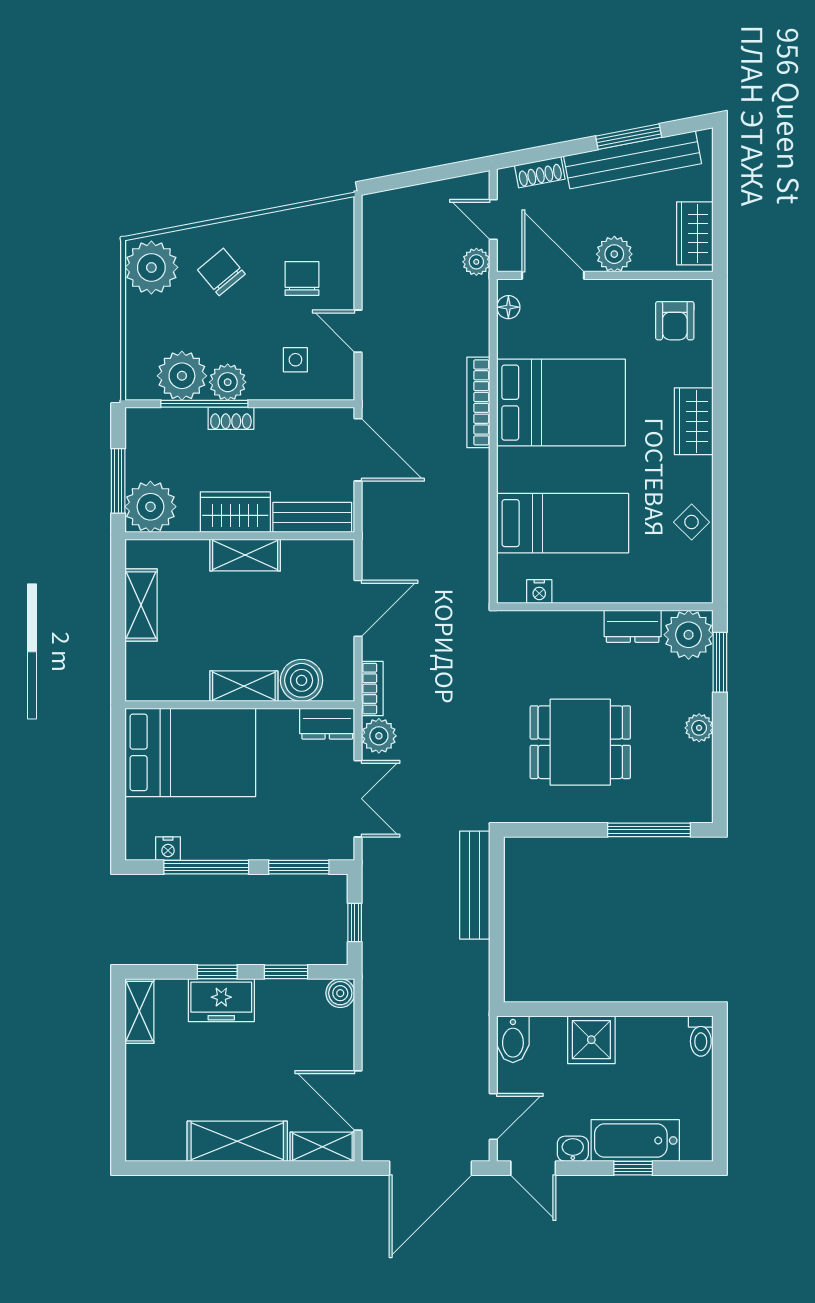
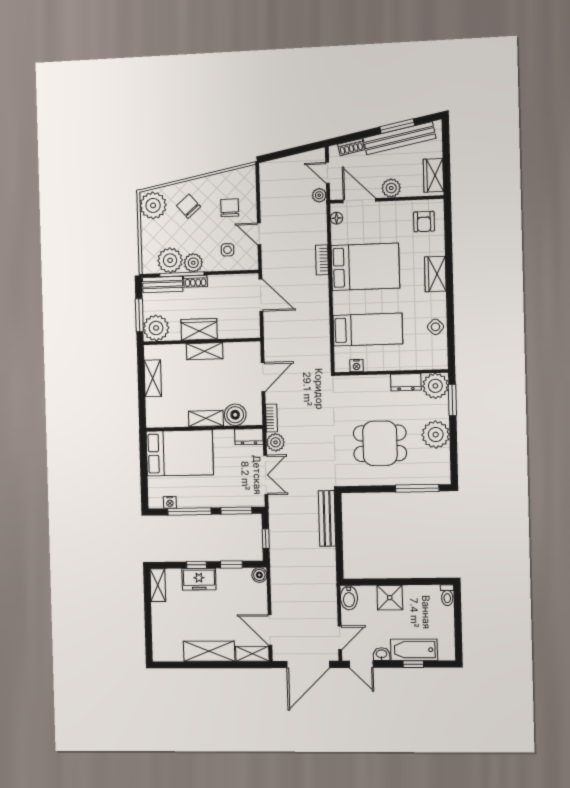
bookcase: (478, 402) -> (322, 260), width x0.64
bench: (312, 517) -> (163, 284), moved
plant: (699, 728) -> (436, 435), width x1.88, depth x1.88

